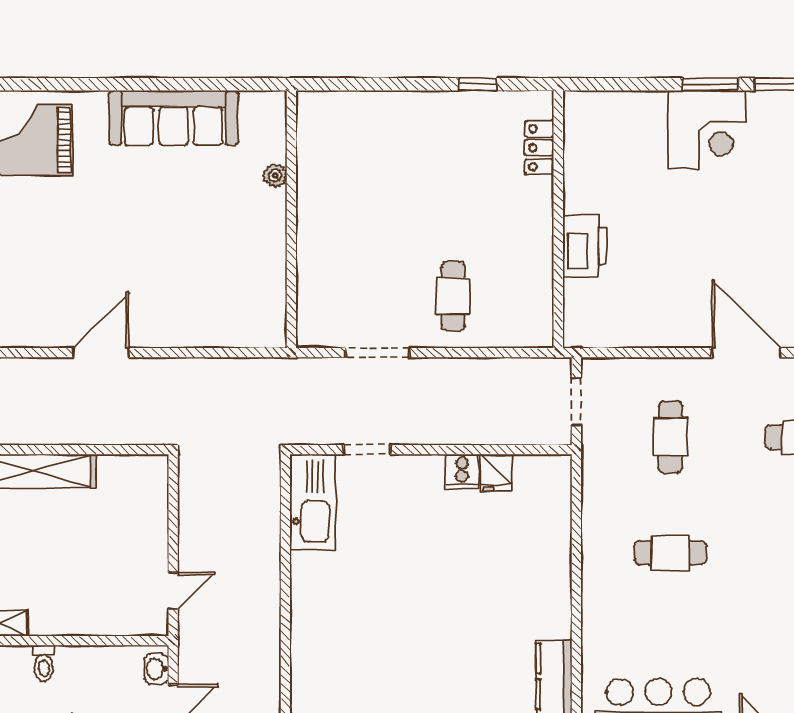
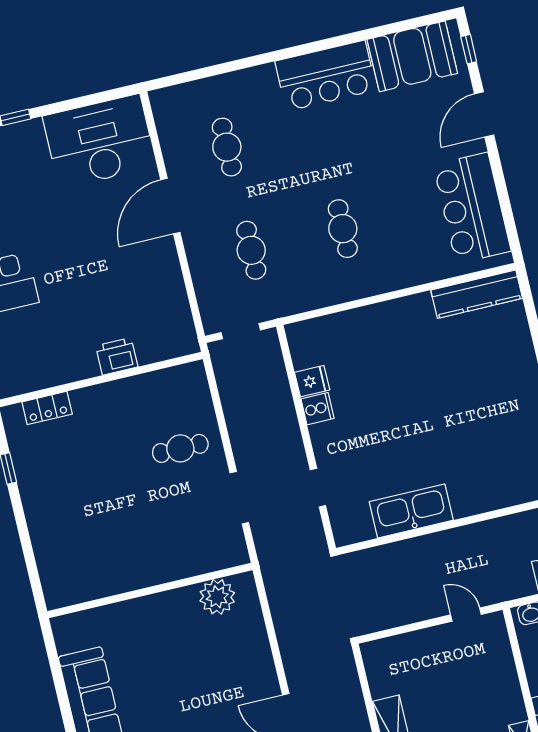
plant: (275, 175) -> (217, 597), moved, width x1.87, depth x1.87
printer: (585, 246) -> (117, 356), width x0.73, depth x0.84
cafe table: (670, 437) -> (251, 250), turned 90
kitchen sink: (313, 502) -> (411, 511), moved

